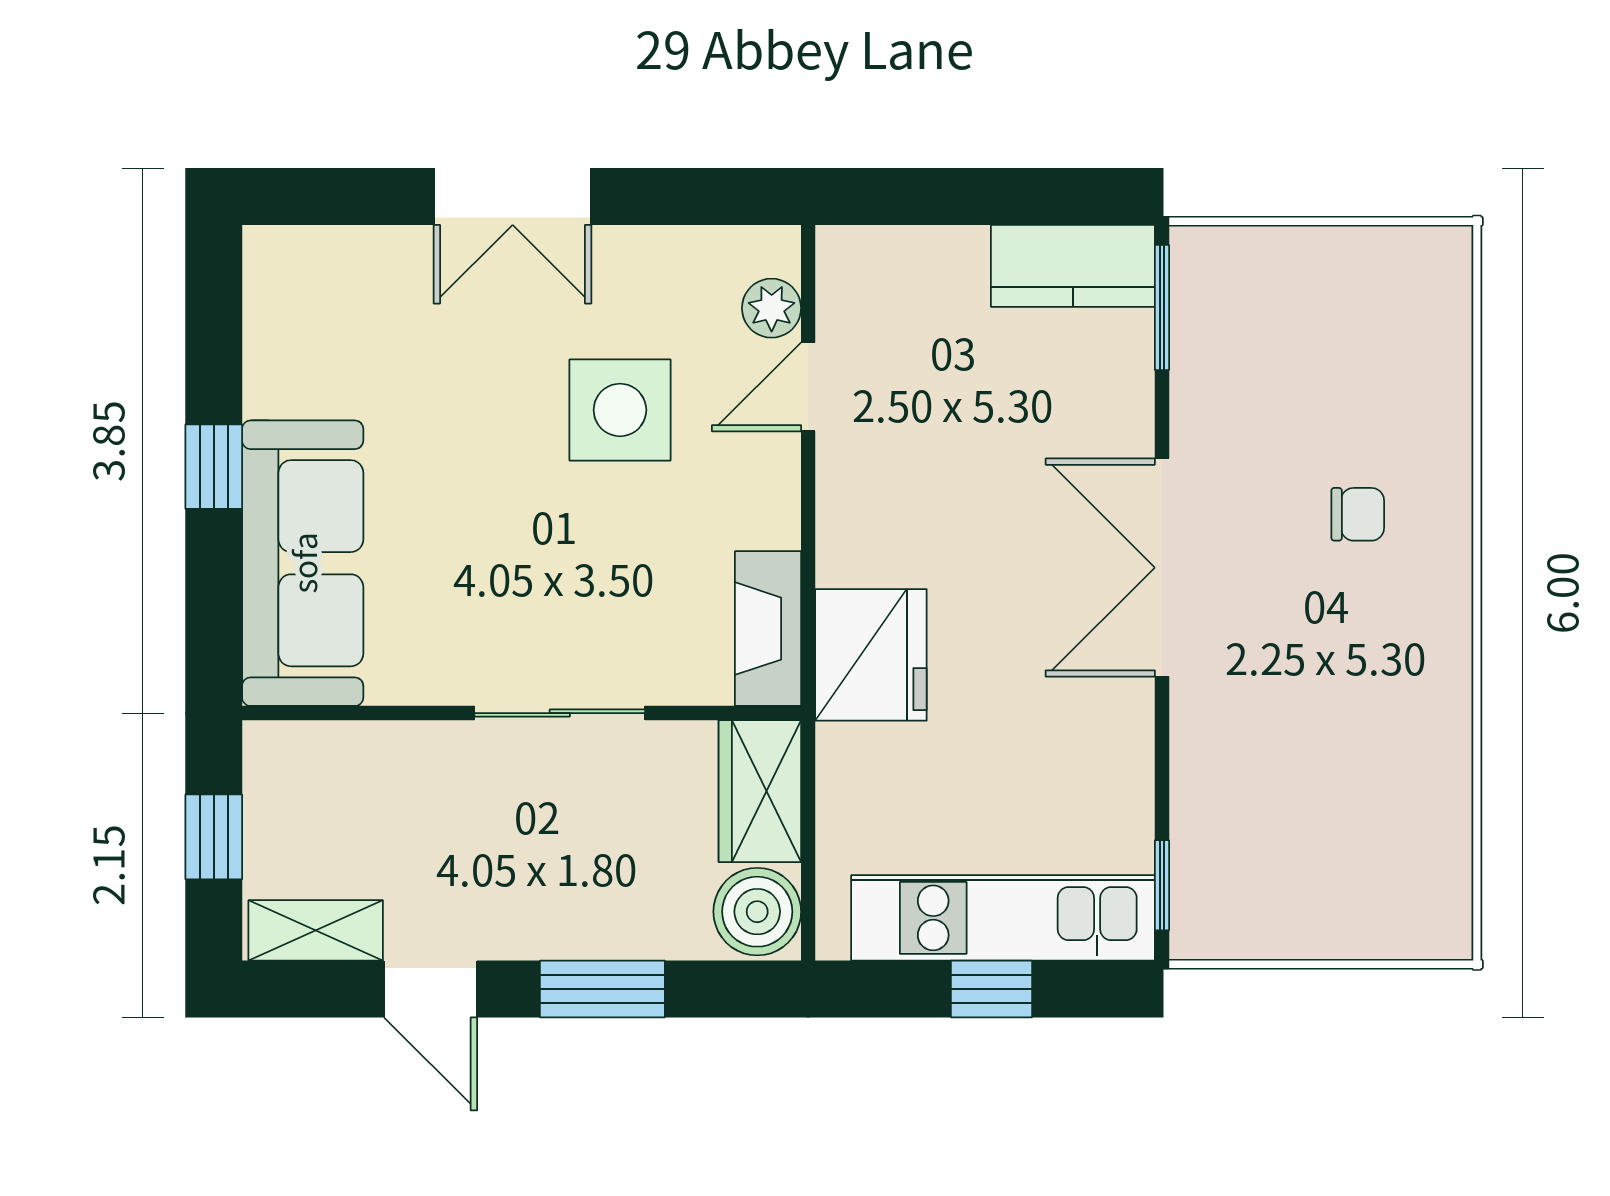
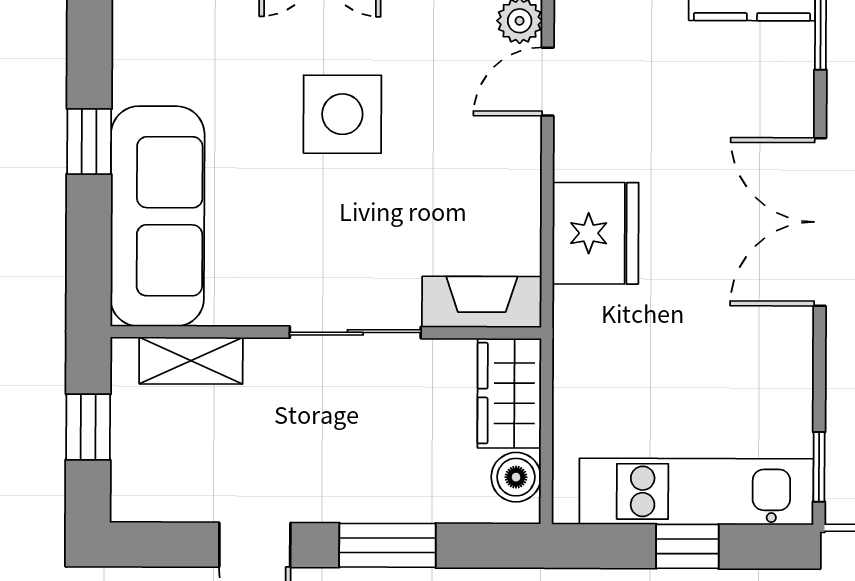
side table: (620, 410) -> (342, 114), moved
fireplace: (768, 629) -> (482, 302), moved, turned 90
fridge: (871, 655) -> (596, 233), moved
boiler: (757, 912) -> (516, 477), width x0.73, depth x0.73
shelving: (316, 930) -> (191, 361), moved

